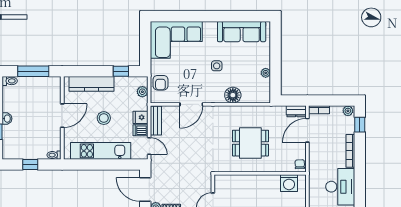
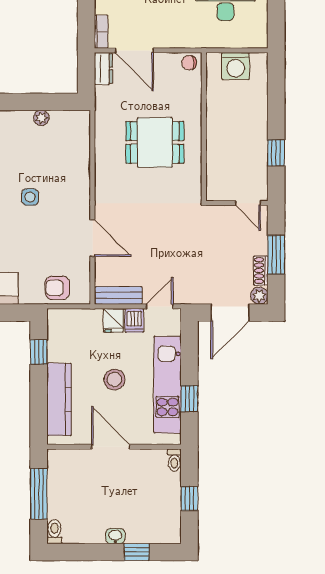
armchair: (160, 83) -> (57, 288), turned 180
plant: (142, 92) -> (72, 317), removed
floor lamp: (233, 95) -> (77, 171), removed
dining table: (250, 143) -> (155, 142), turned 90
window: (92, 164) -> (189, 399), added
washing machine: (289, 183) -> (236, 66), moved, turned 90

